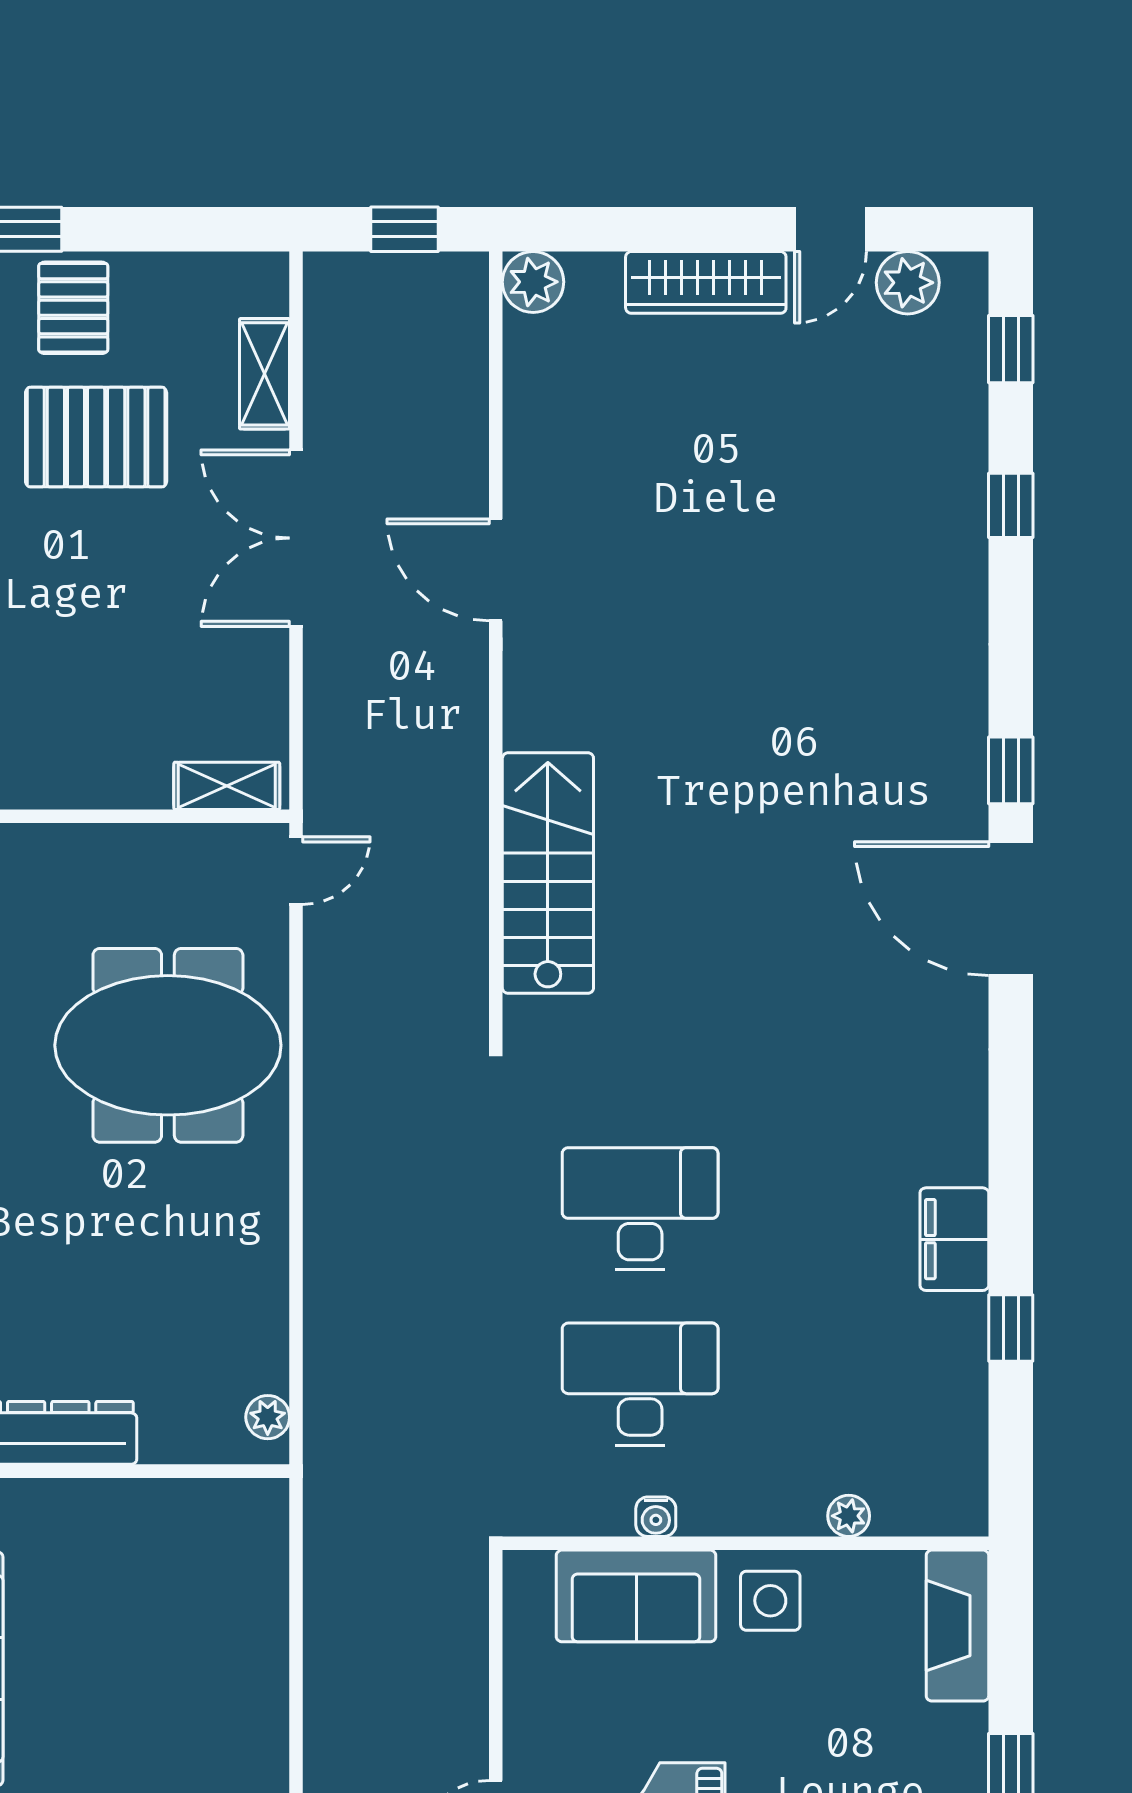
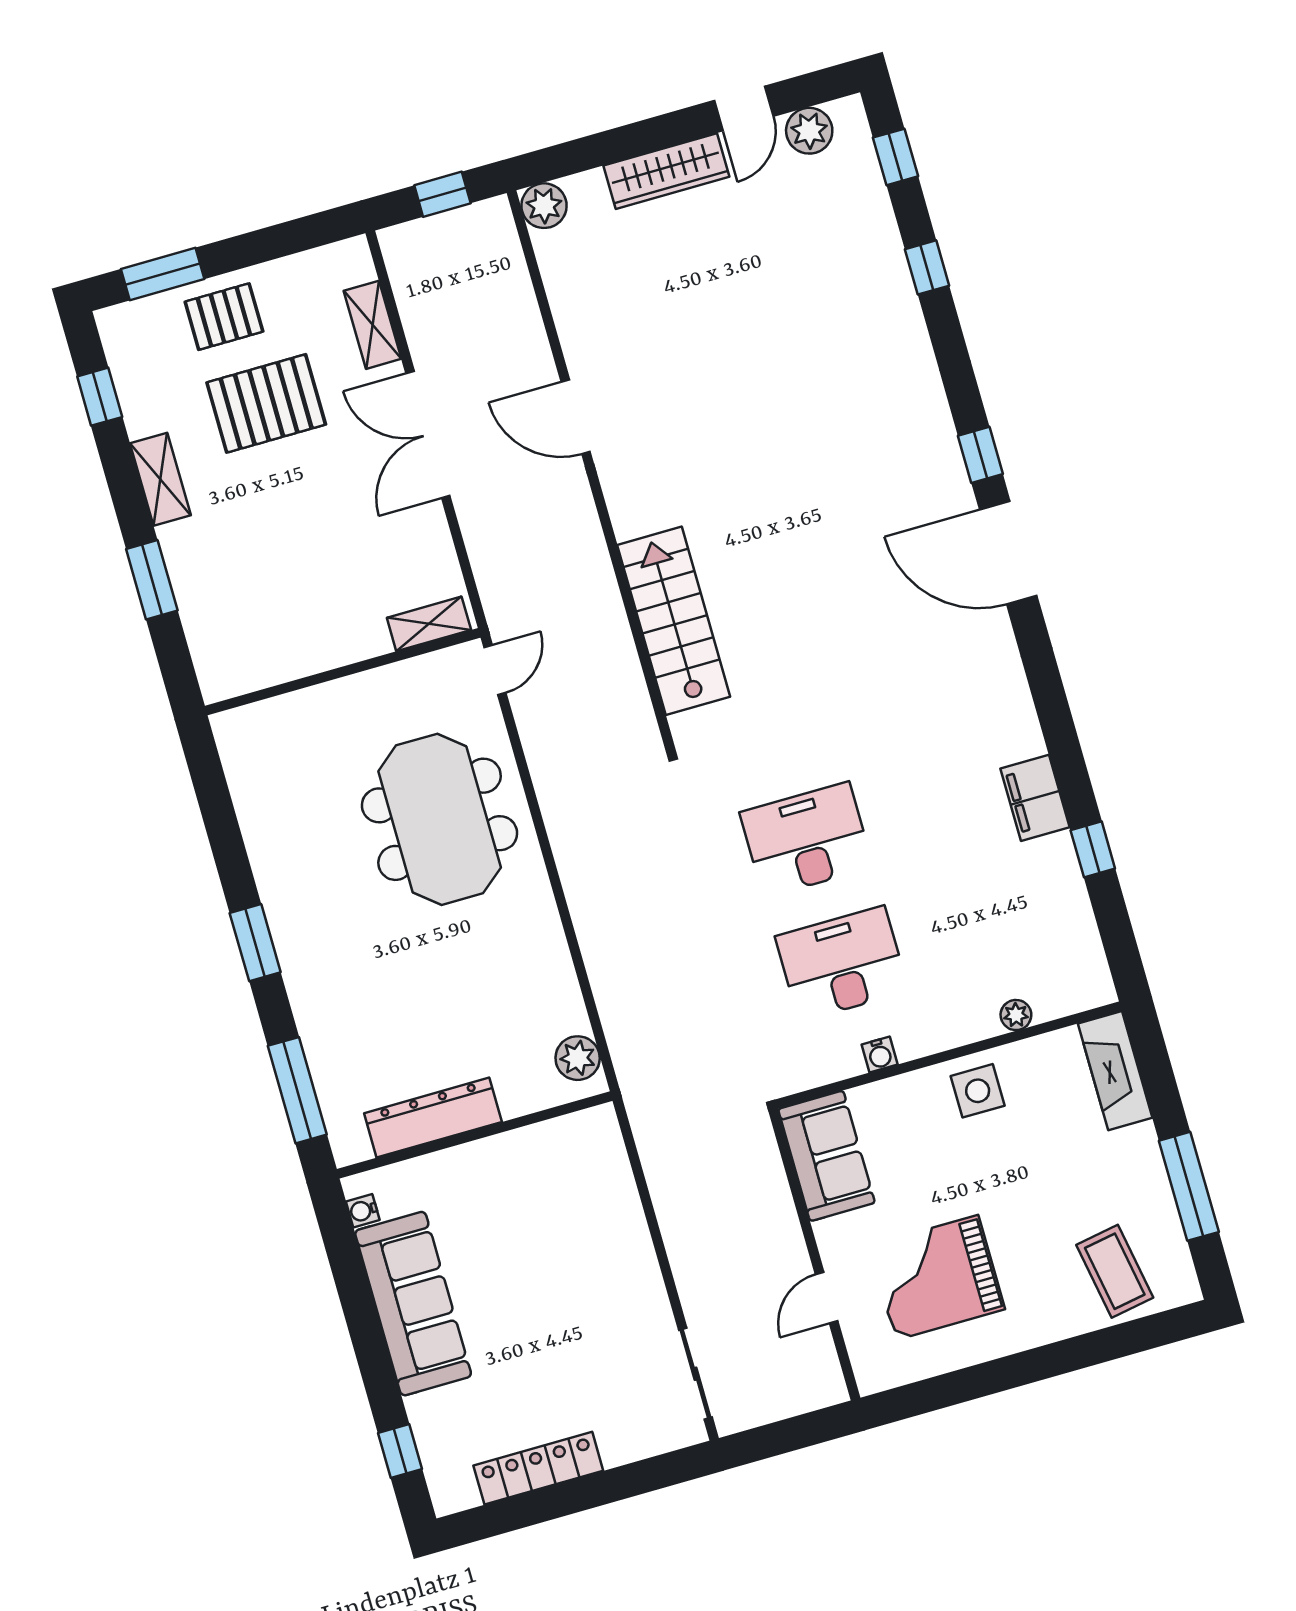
pallet: (73, 308) -> (224, 317), turned 90
meeting table: (168, 1045) -> (440, 819), turned 90
plant: (268, 1417) -> (578, 1058), width x1.38, depth x1.38
sofa: (636, 1596) -> (827, 1156), moved, turned -90

